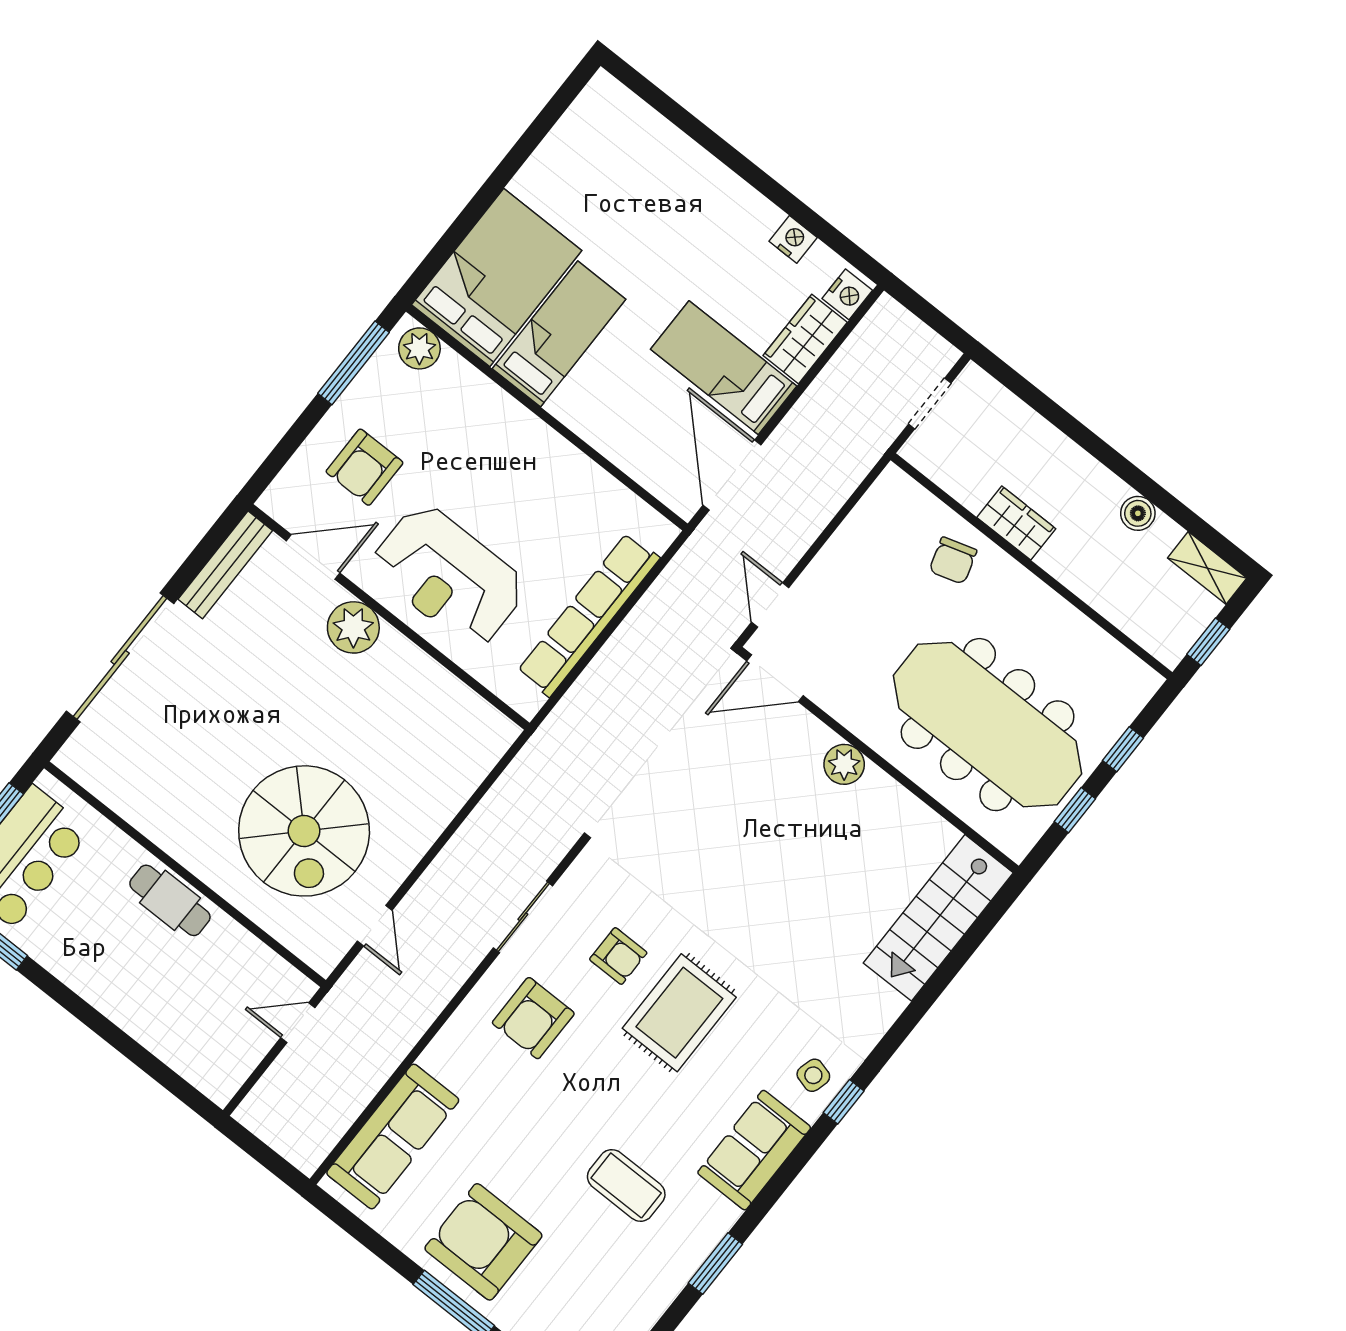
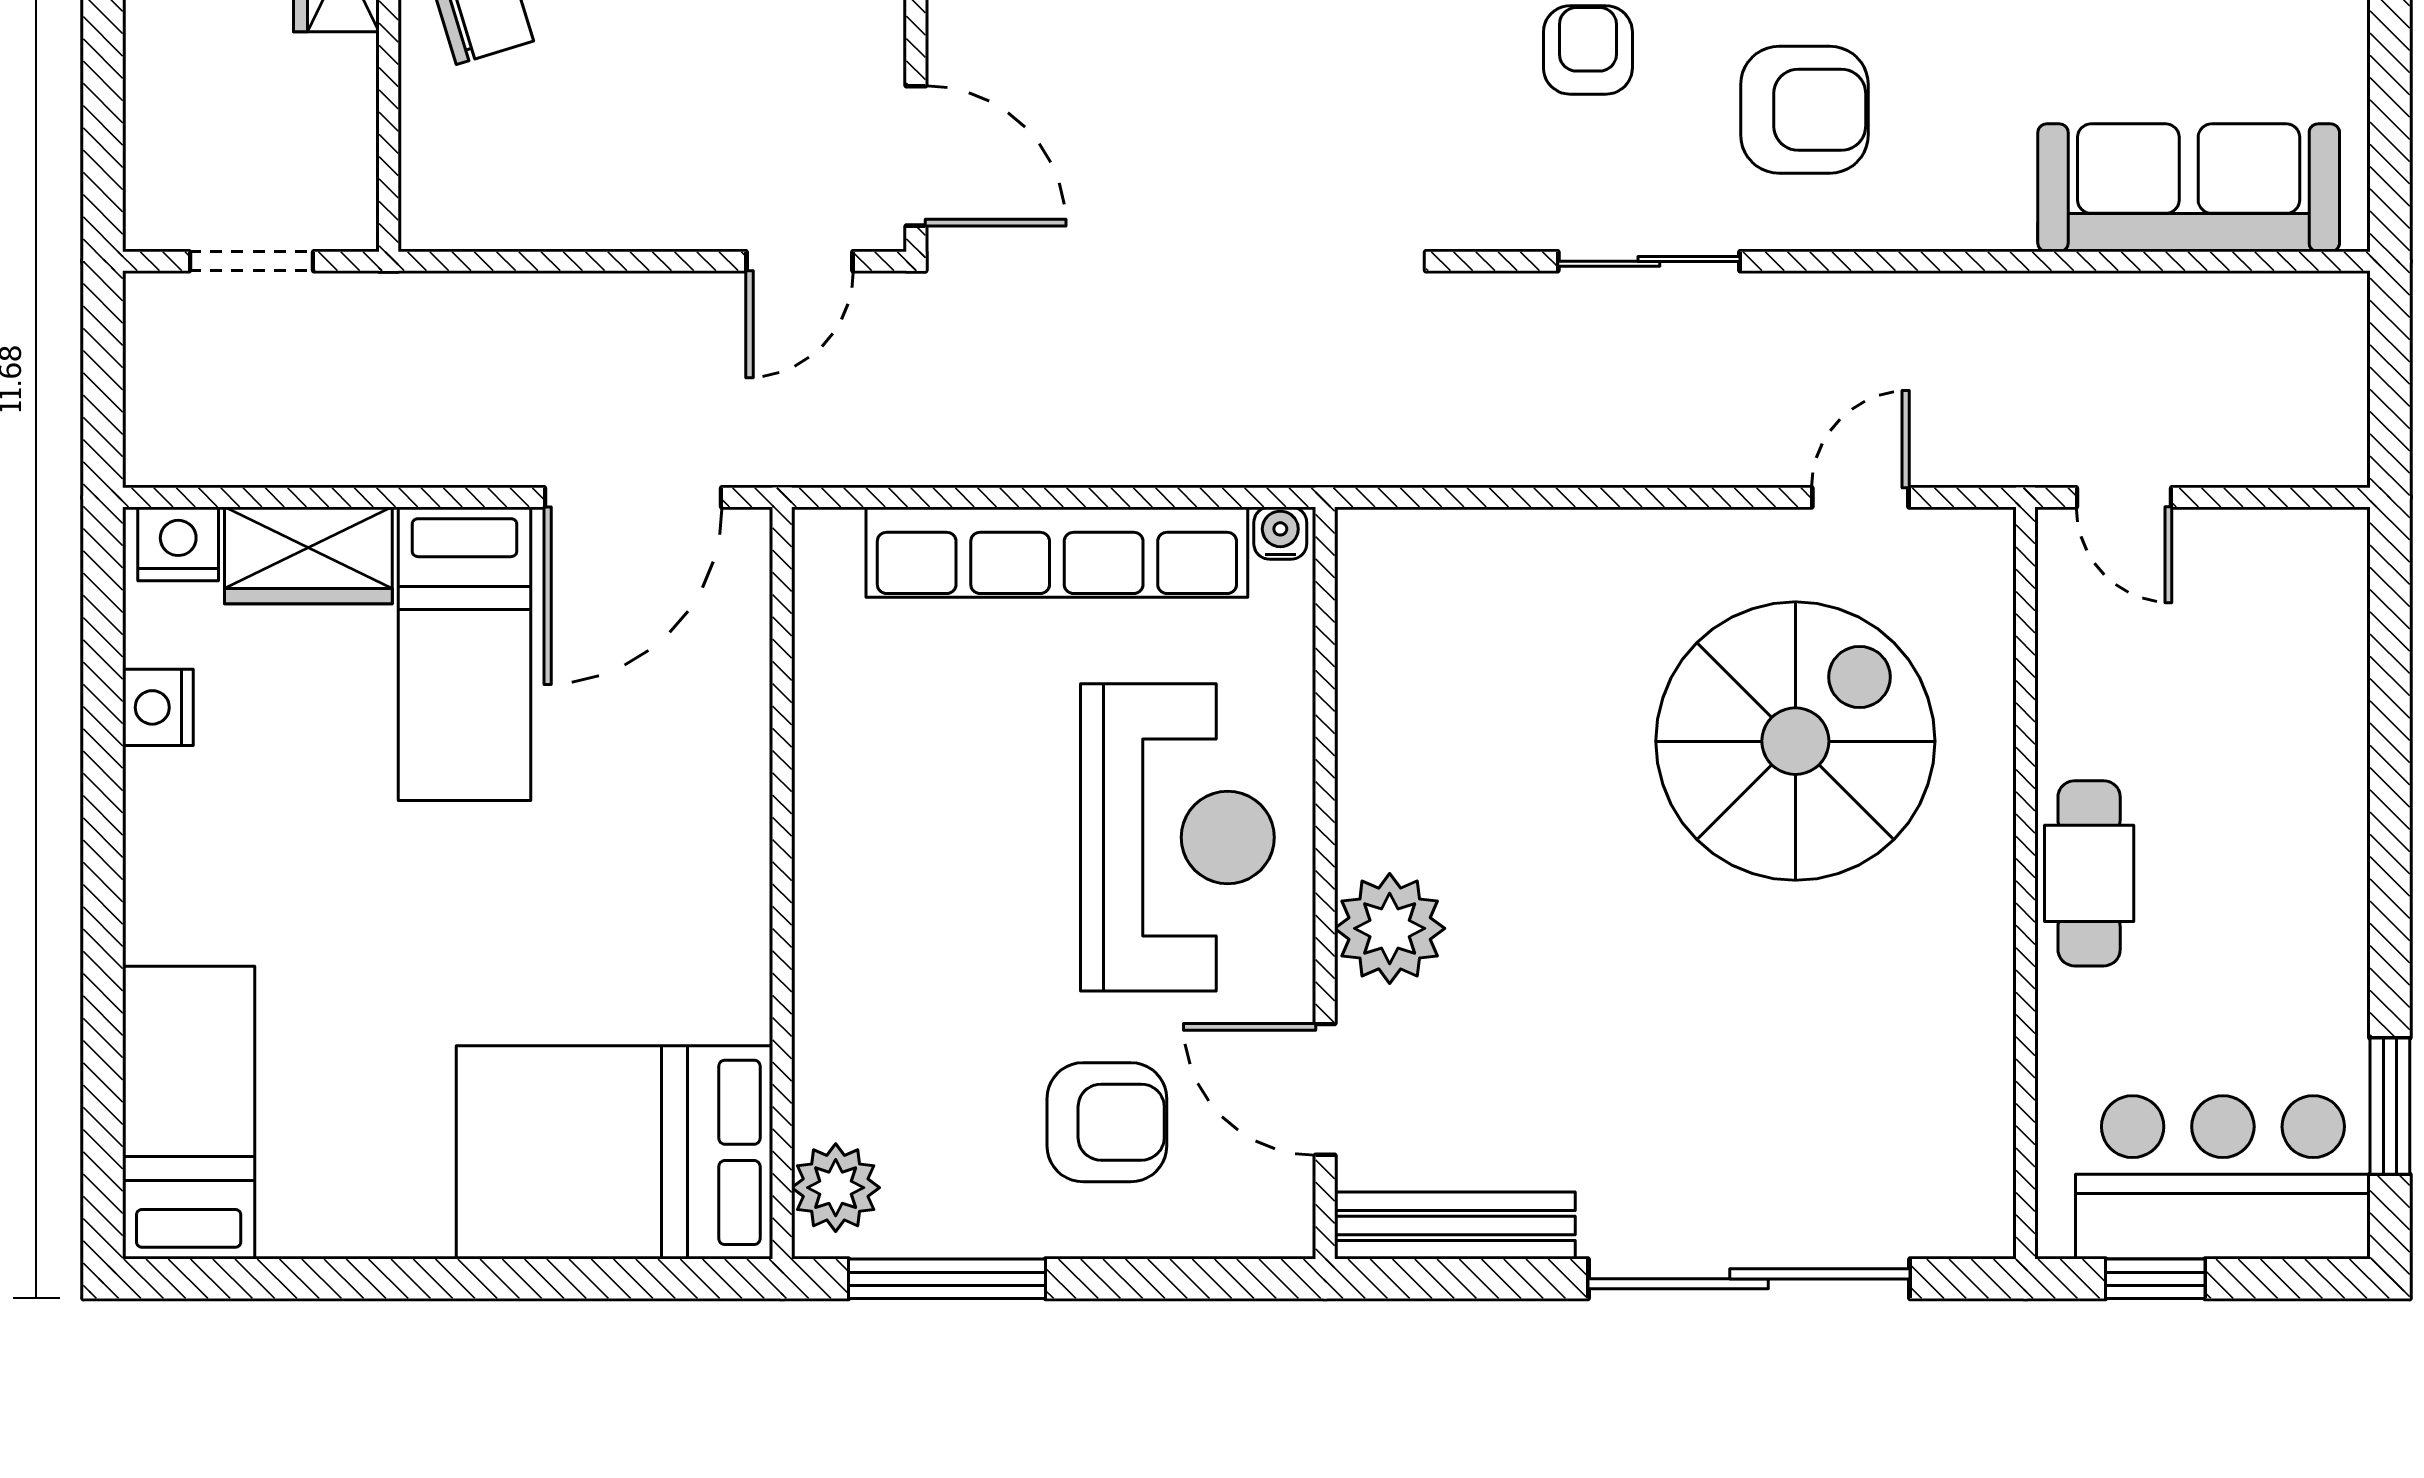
bed: (559, 334) -> (189, 1113), moved, turned 90
water cooler: (530, 702) -> (1280, 533), added

